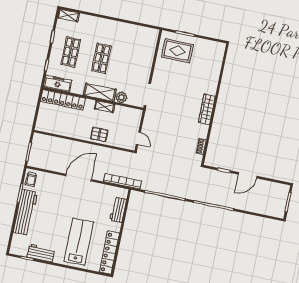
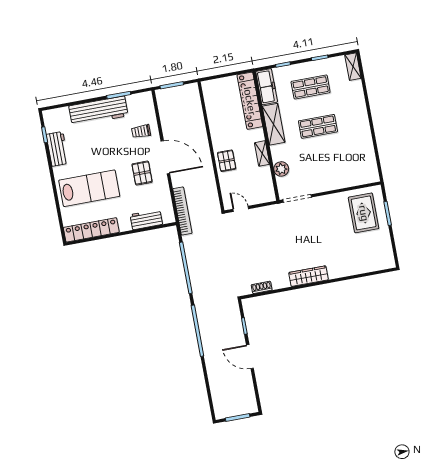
shelving: (100, 92) -> (274, 124), moved
door: (138, 138) -> (241, 209), swing flipped
trolley: (31, 179) -> (141, 131), moved
pallet: (83, 199) -> (142, 173), added

